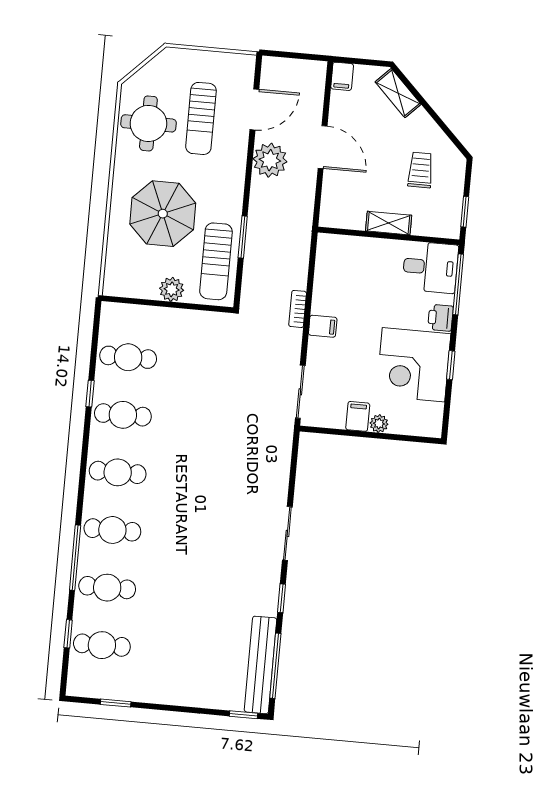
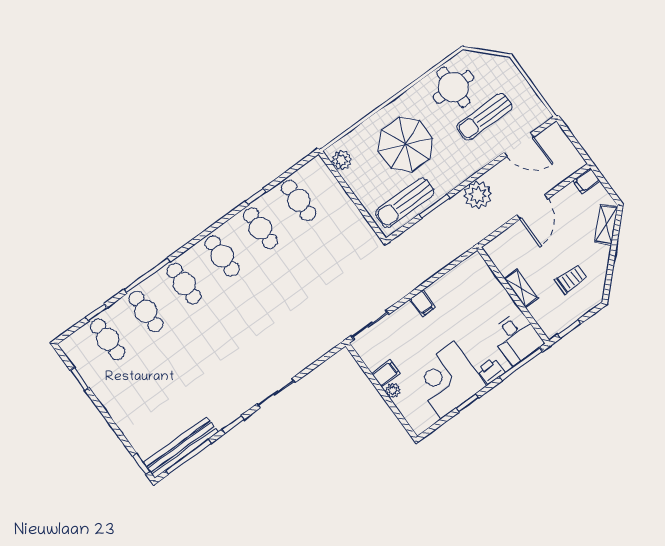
plant: (270, 160) -> (478, 195), moved
plant: (172, 289) -> (342, 160), moved
bookcase: (298, 309) -> (420, 279), removed

